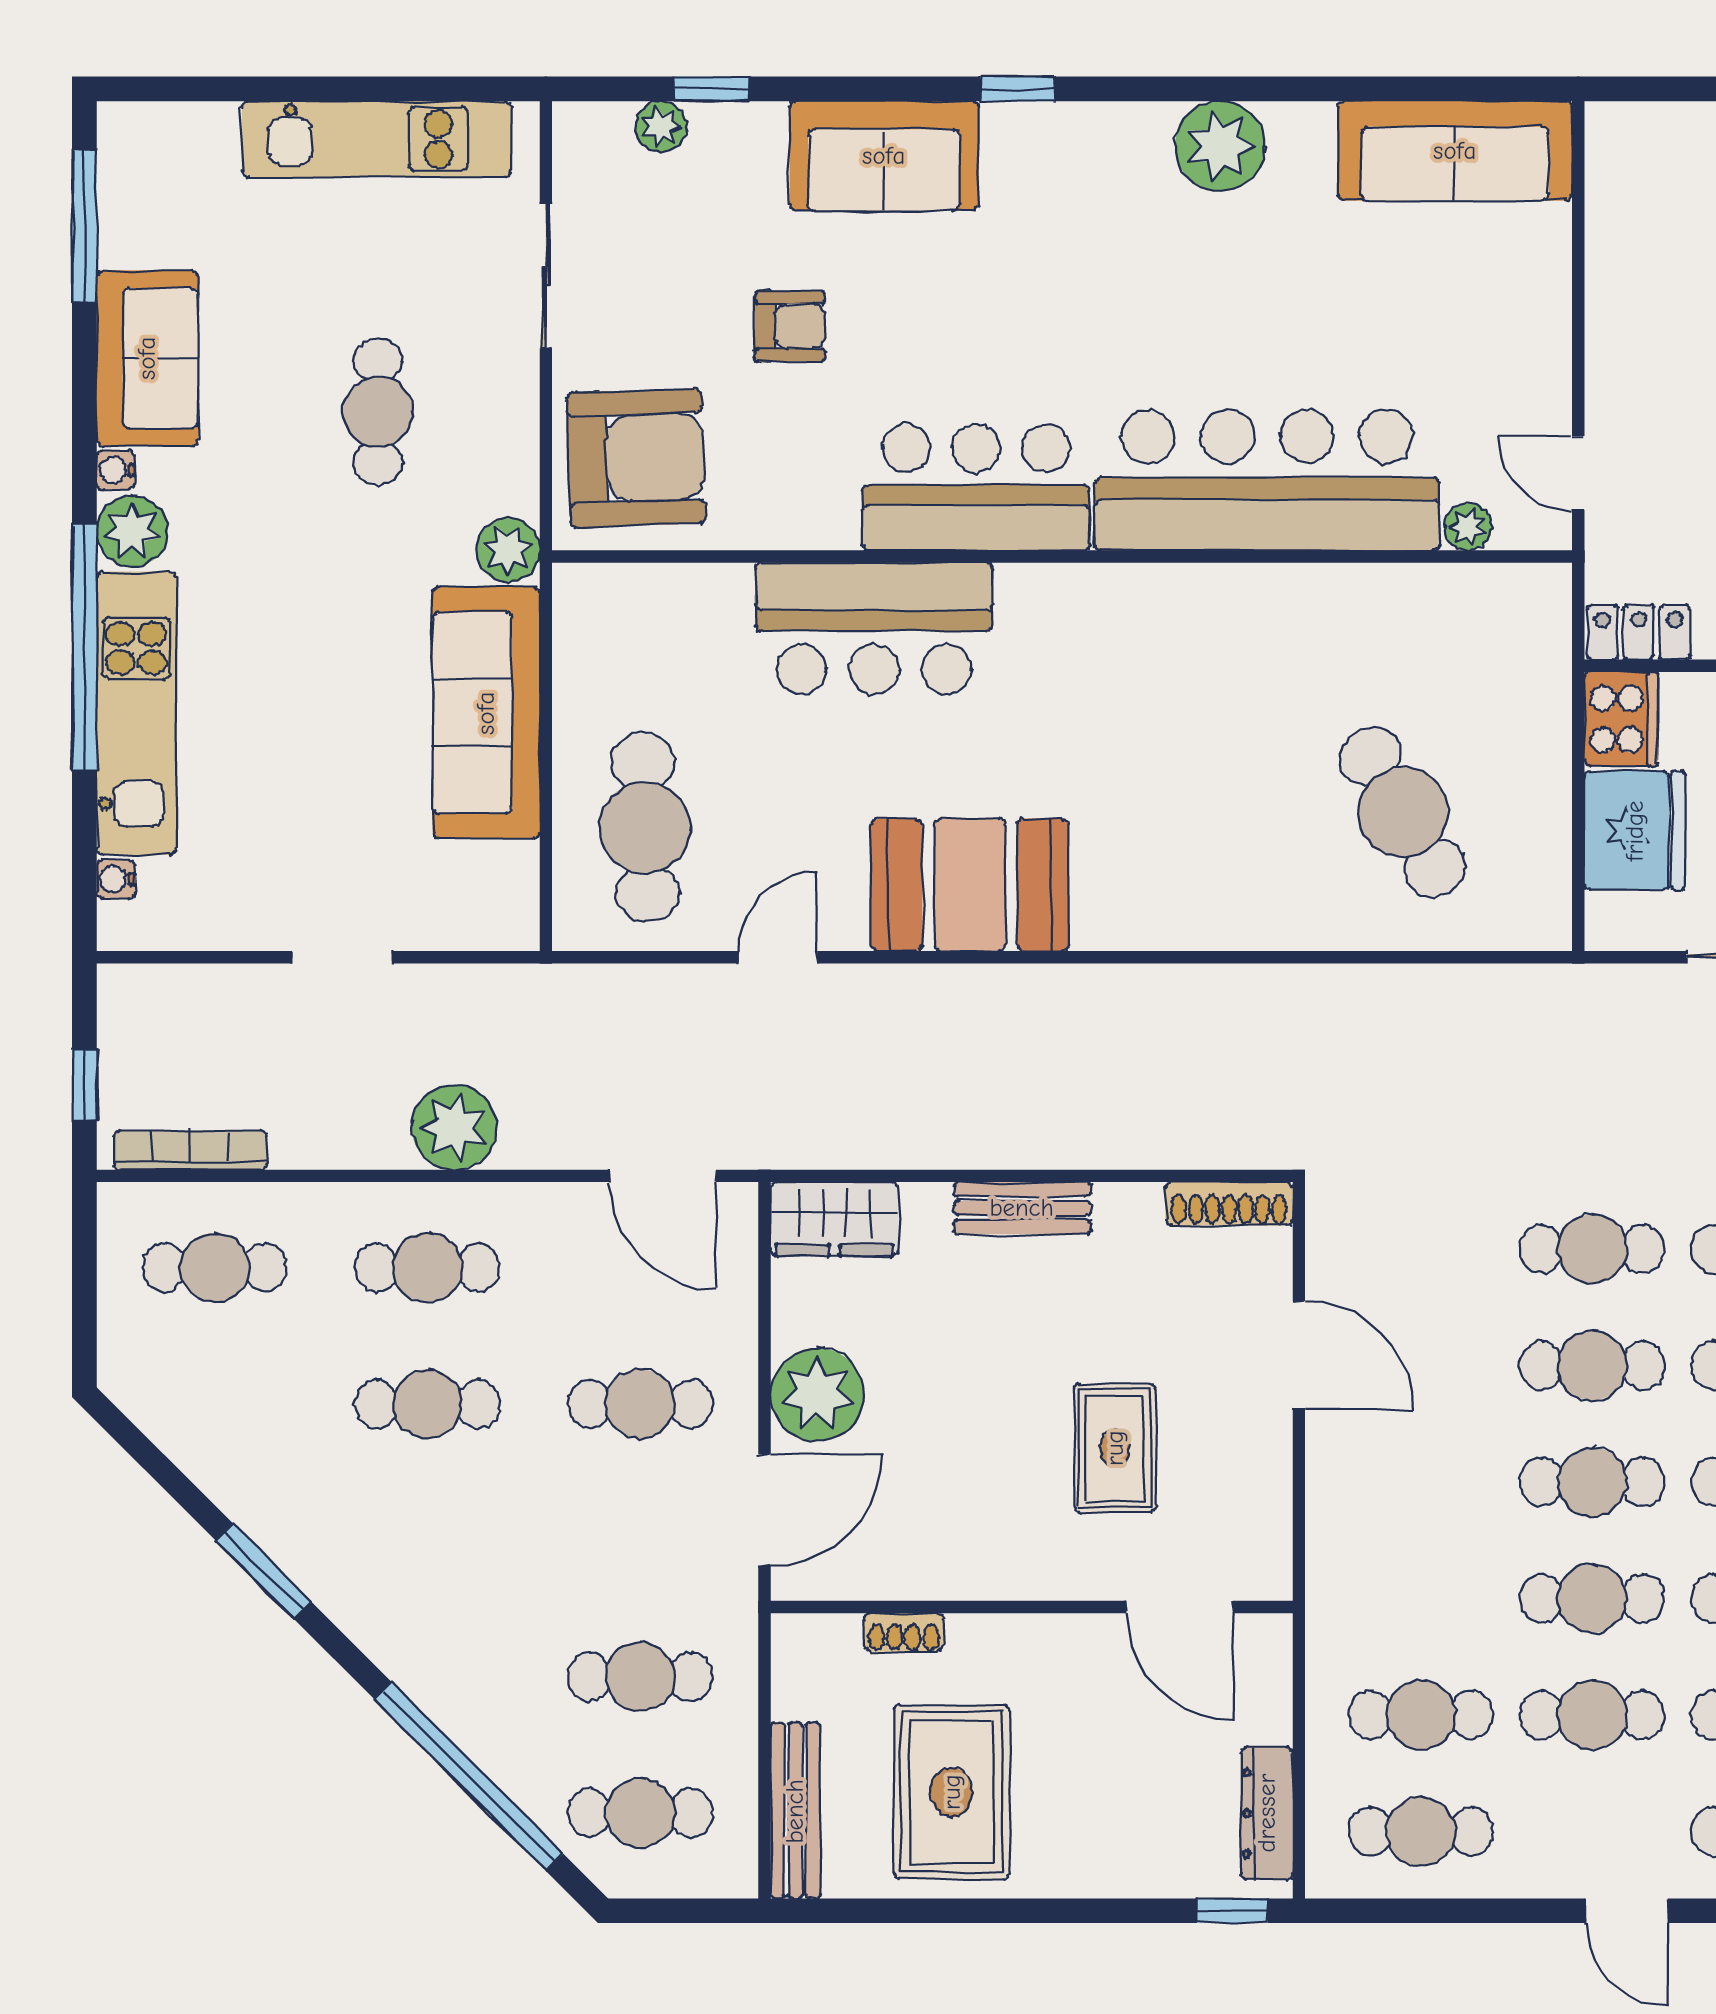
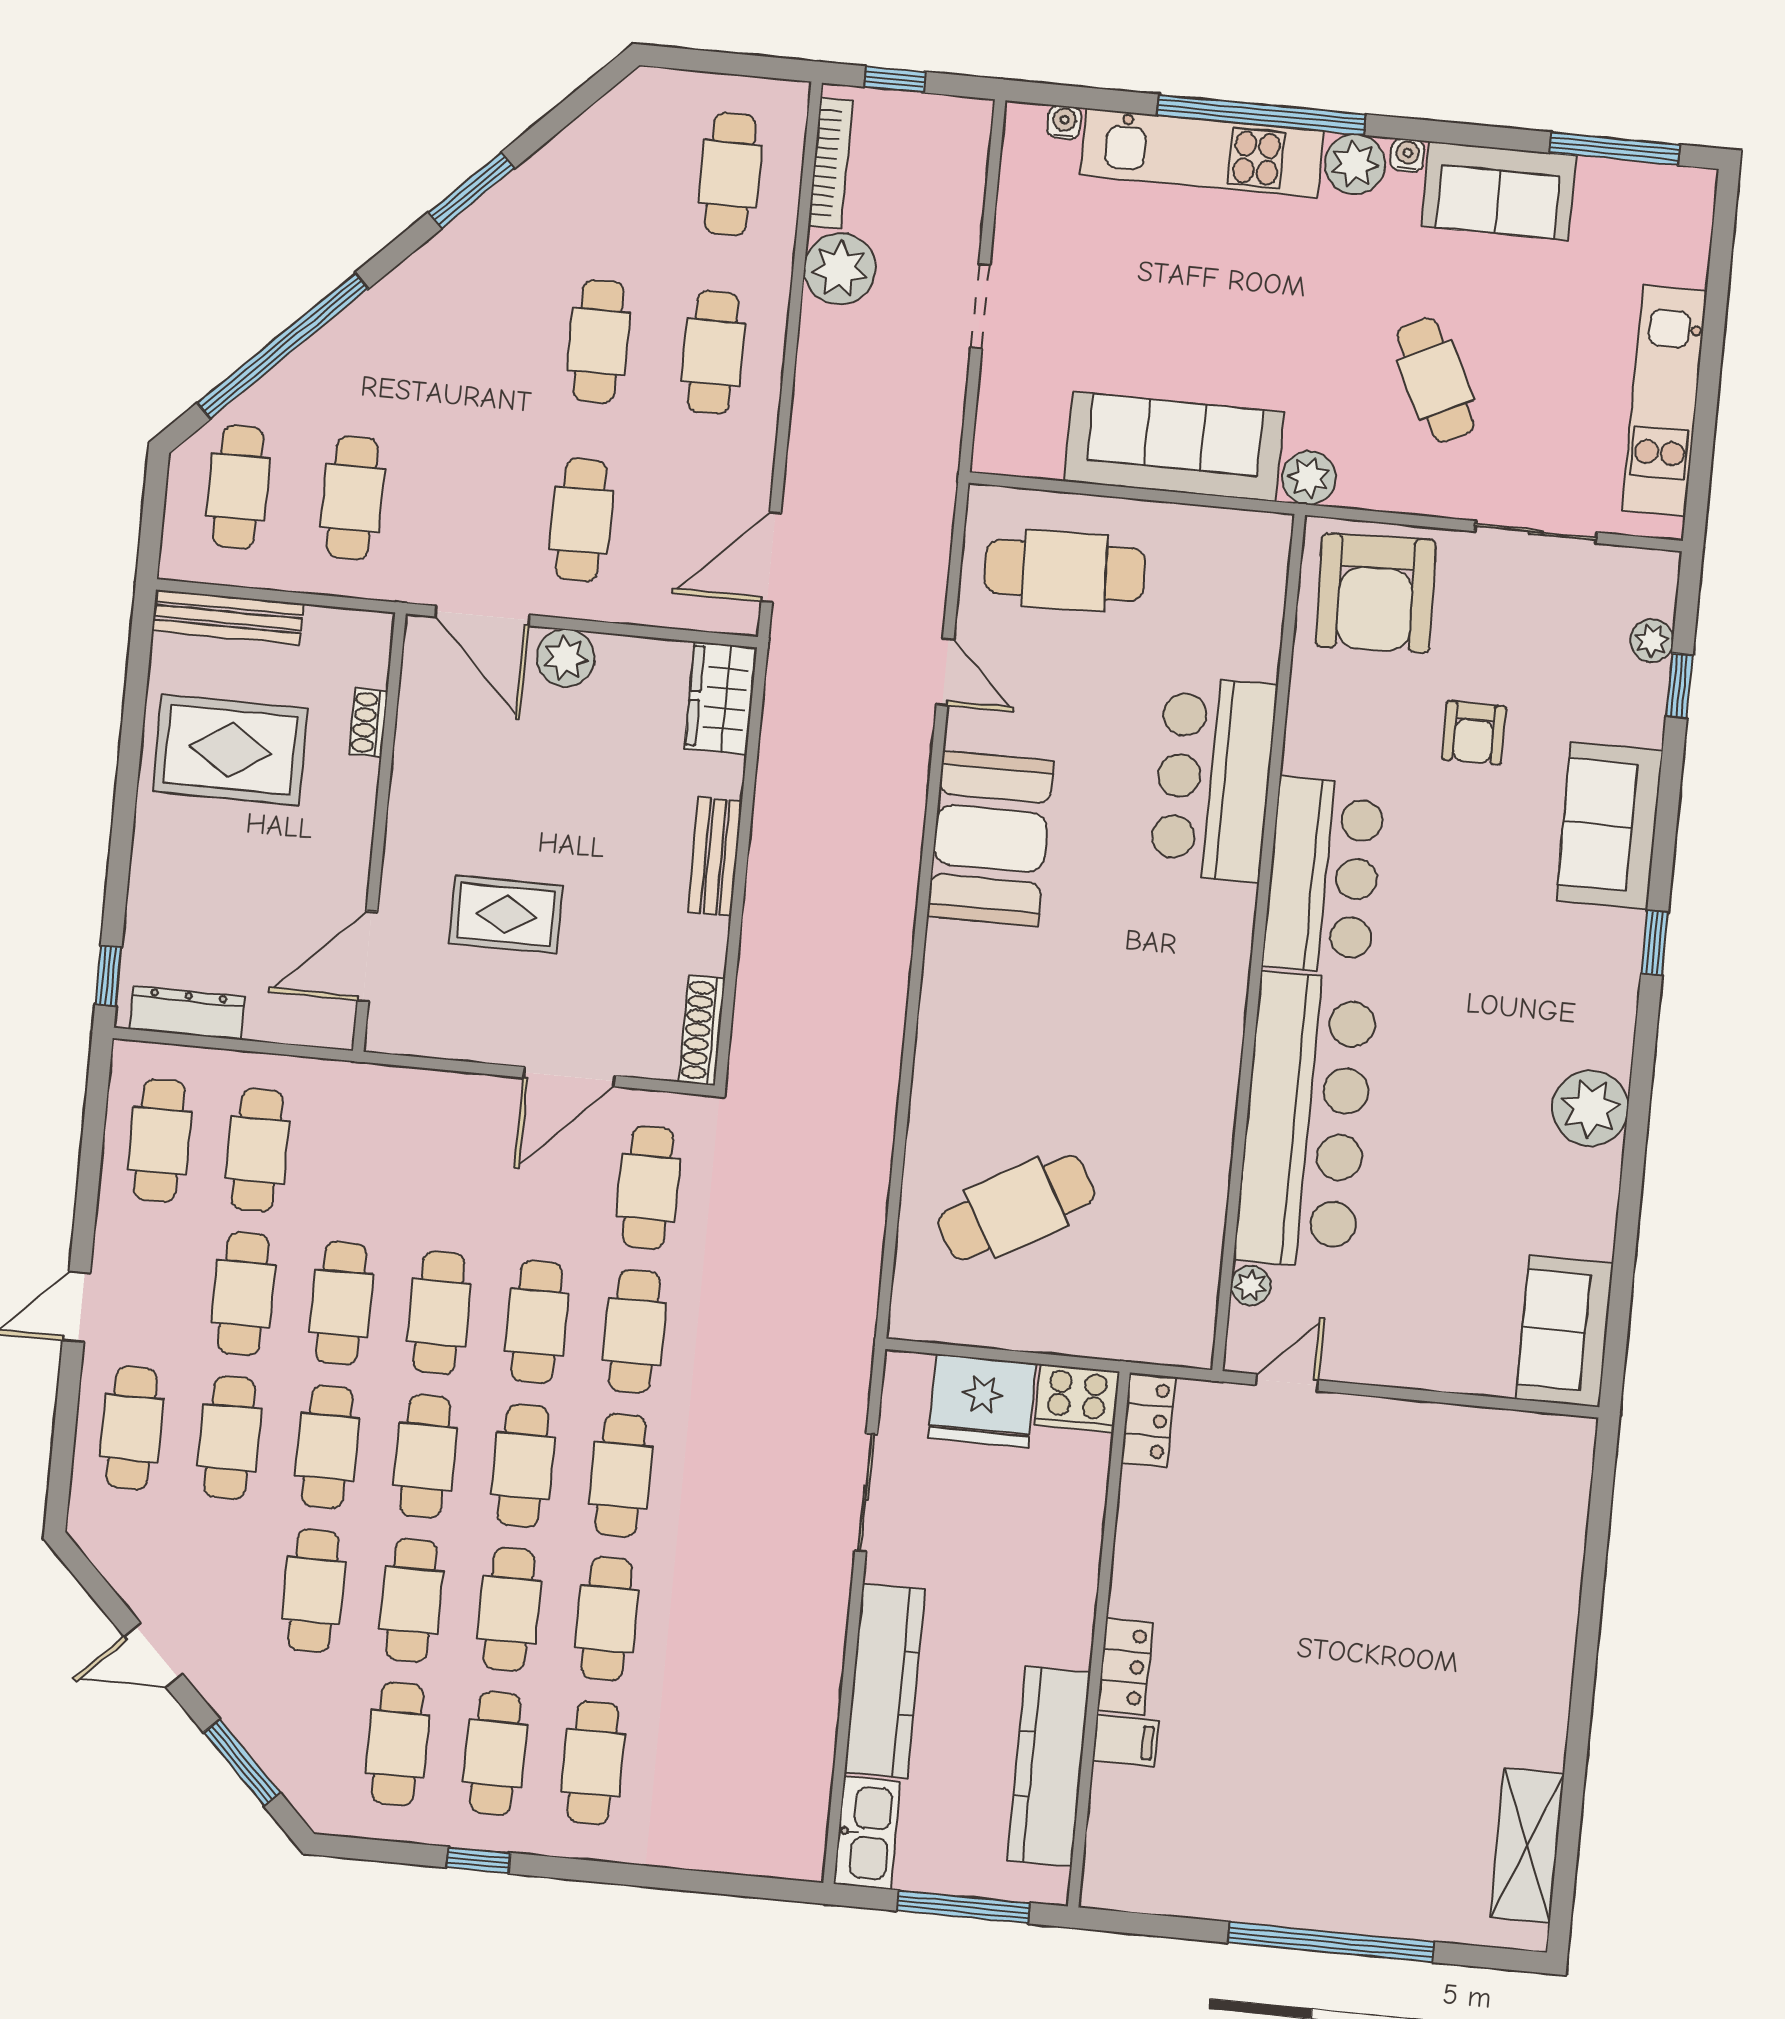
sofa: (1455, 151) -> (1565, 1331), width x0.73
cafe table: (378, 412) -> (1435, 380), turned 64
plant: (454, 1127) -> (840, 269), moved
cafe table: (1421, 1249) -> (648, 1188), added
plant: (817, 1395) -> (566, 658), width x0.73, depth x0.73

